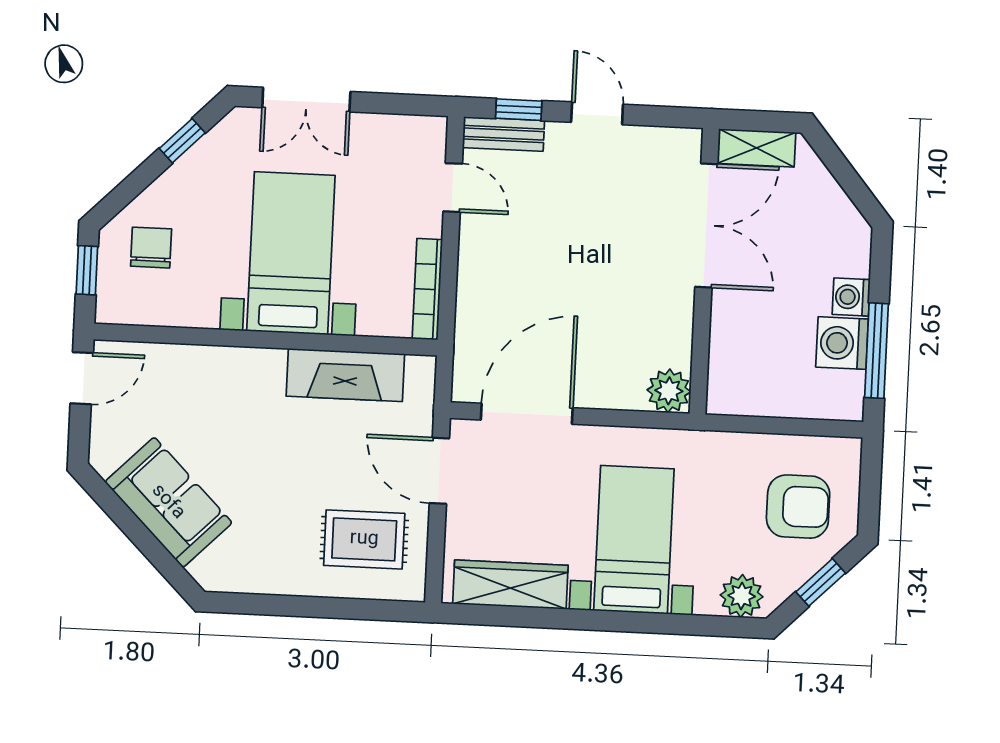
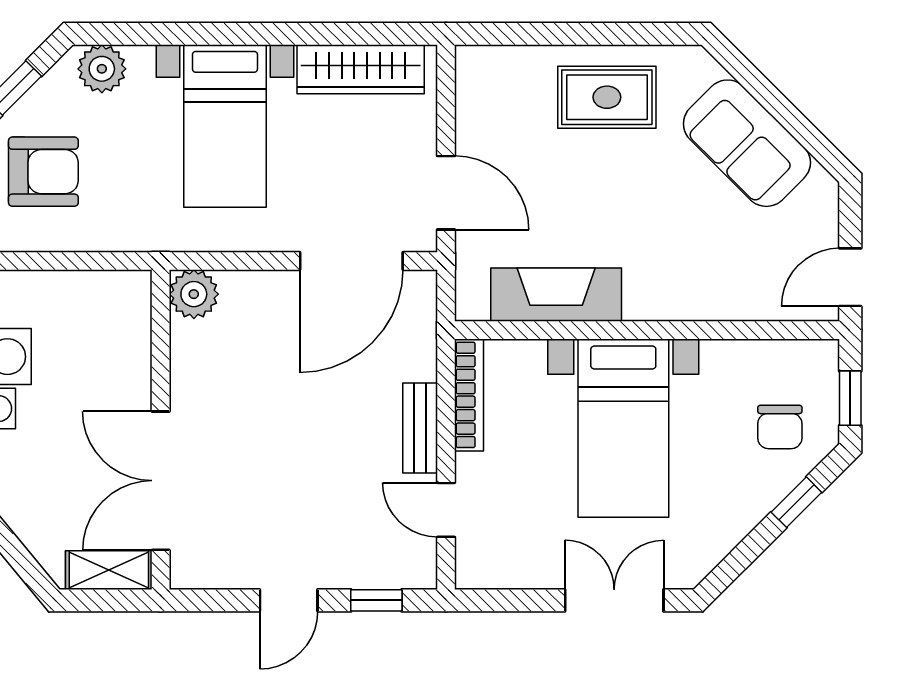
door: (597, 113) -> (289, 600), hinge flipped
bench: (503, 134) -> (420, 428), moved, turned 90
window: (182, 141) -> (796, 502), moved
armchair: (798, 507) -> (43, 172), turned 180
rug: (364, 539) -> (607, 97), moved

